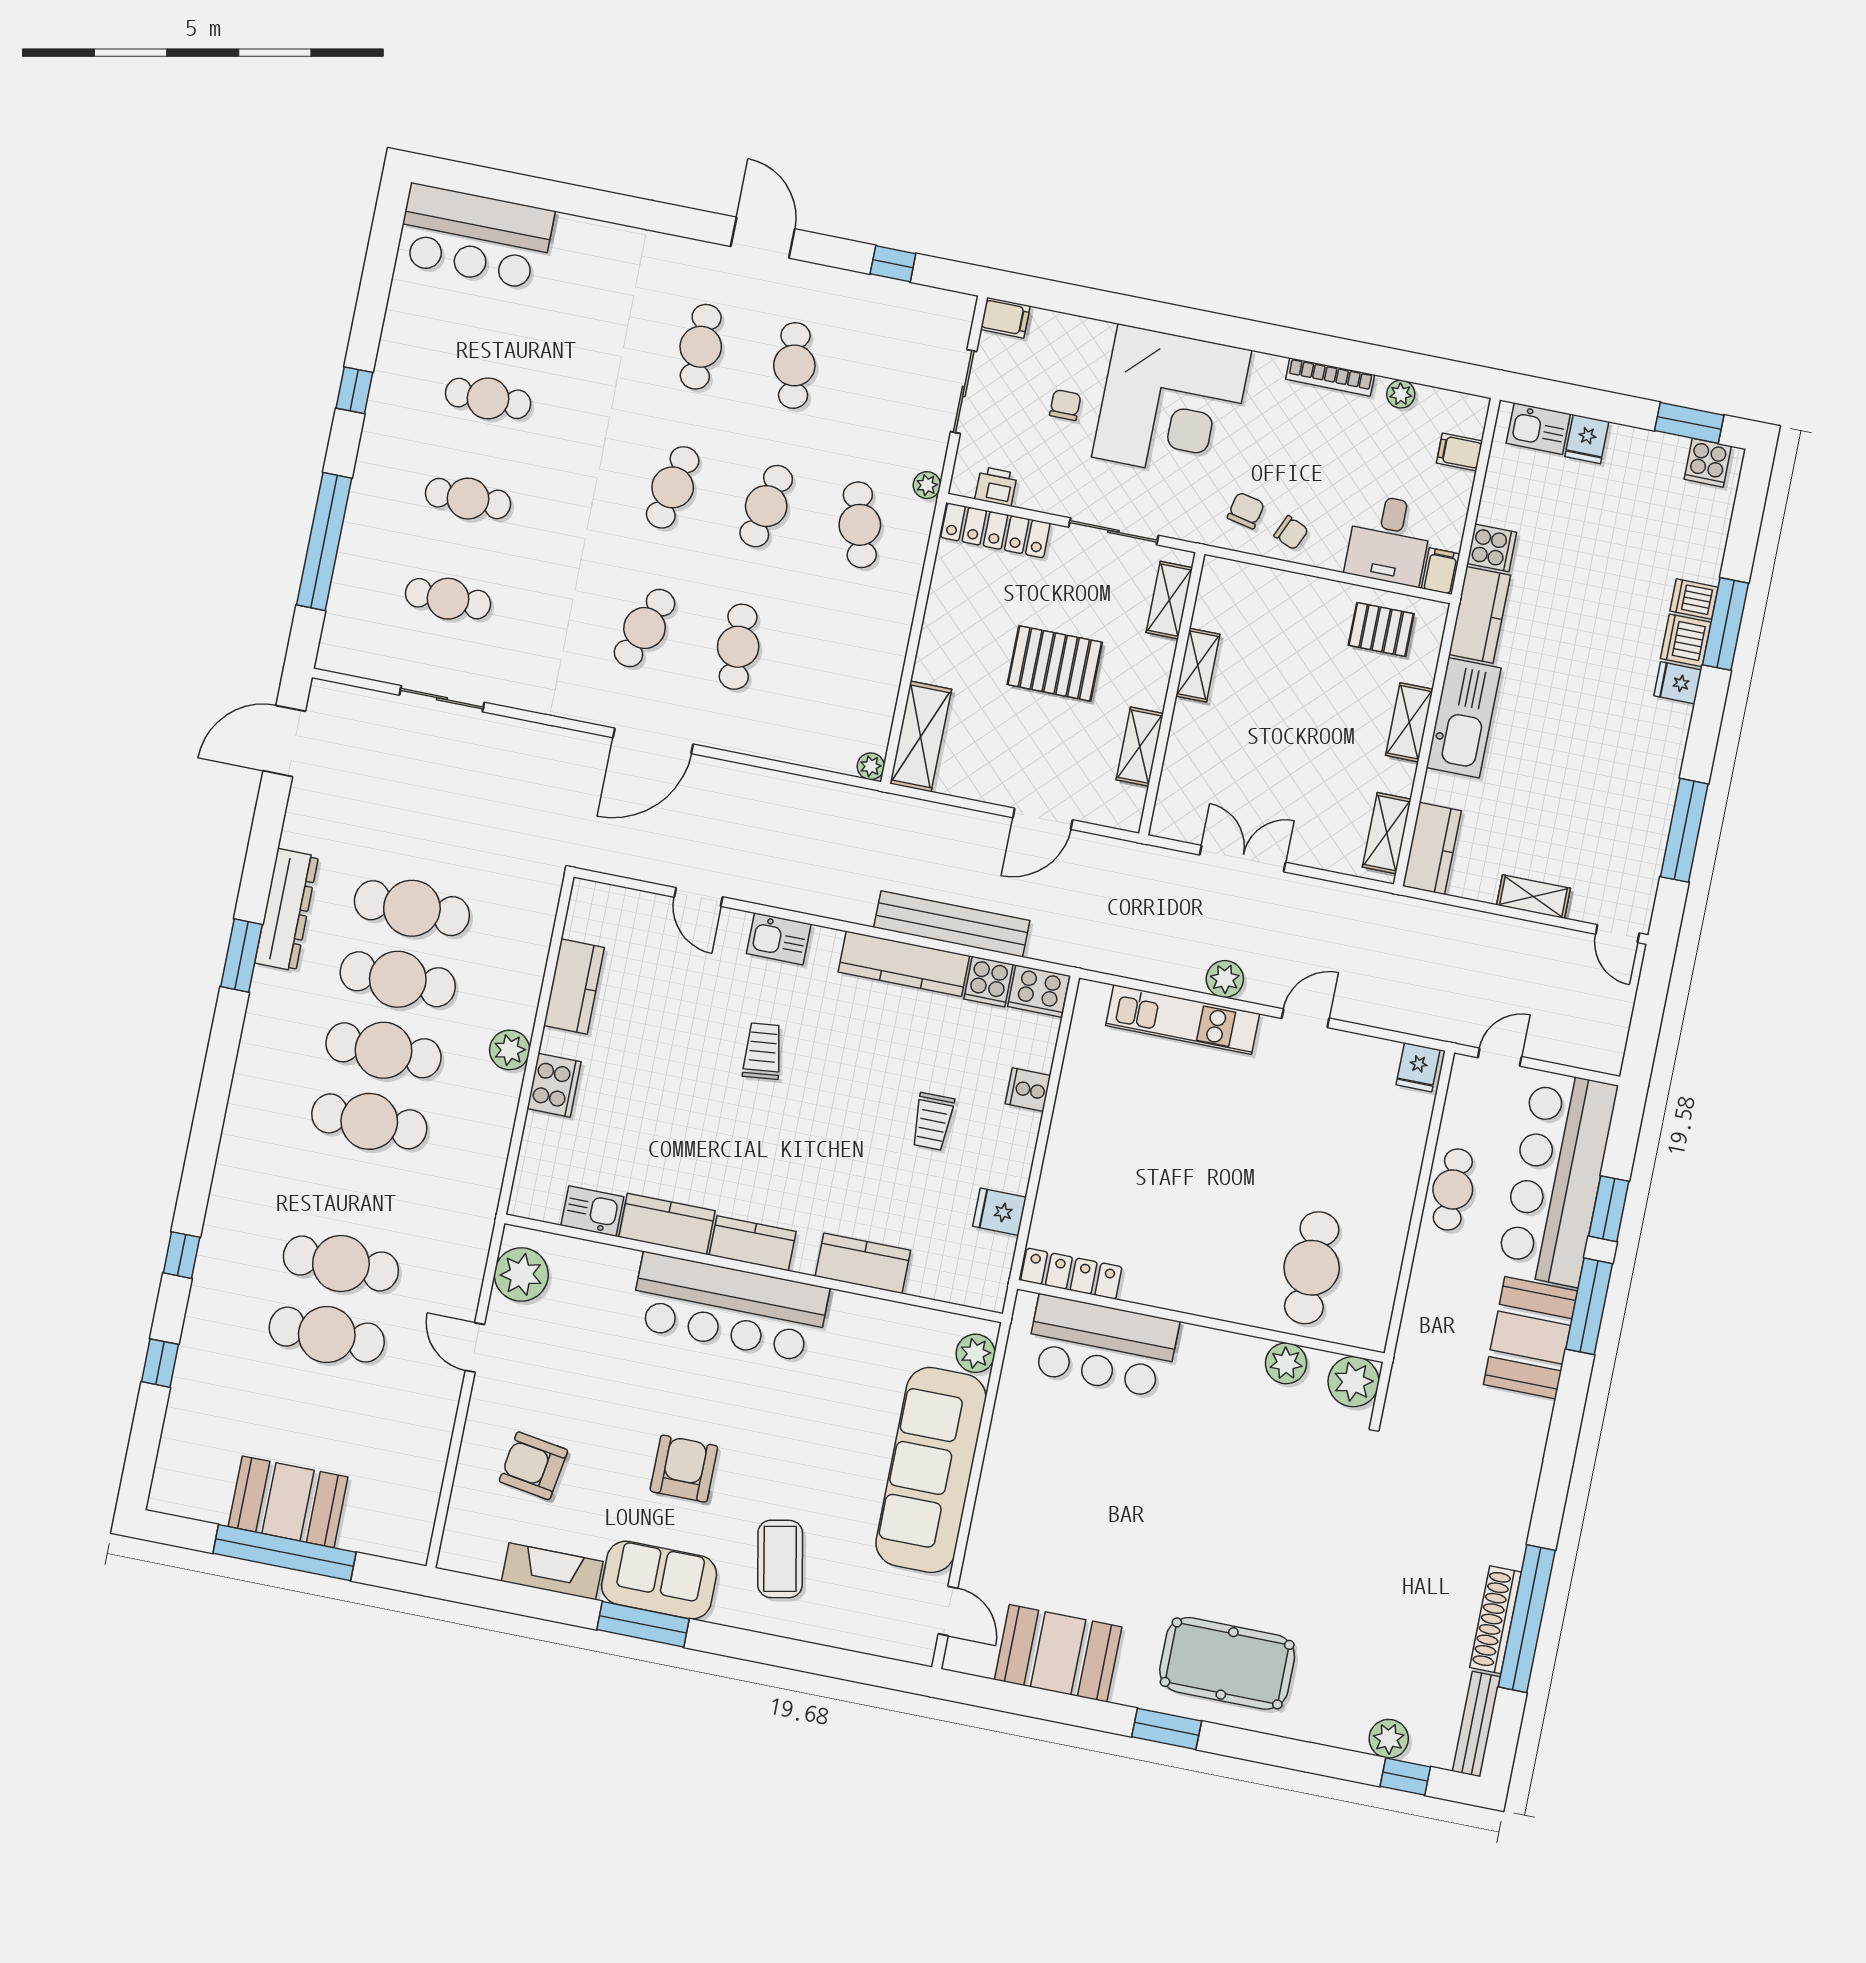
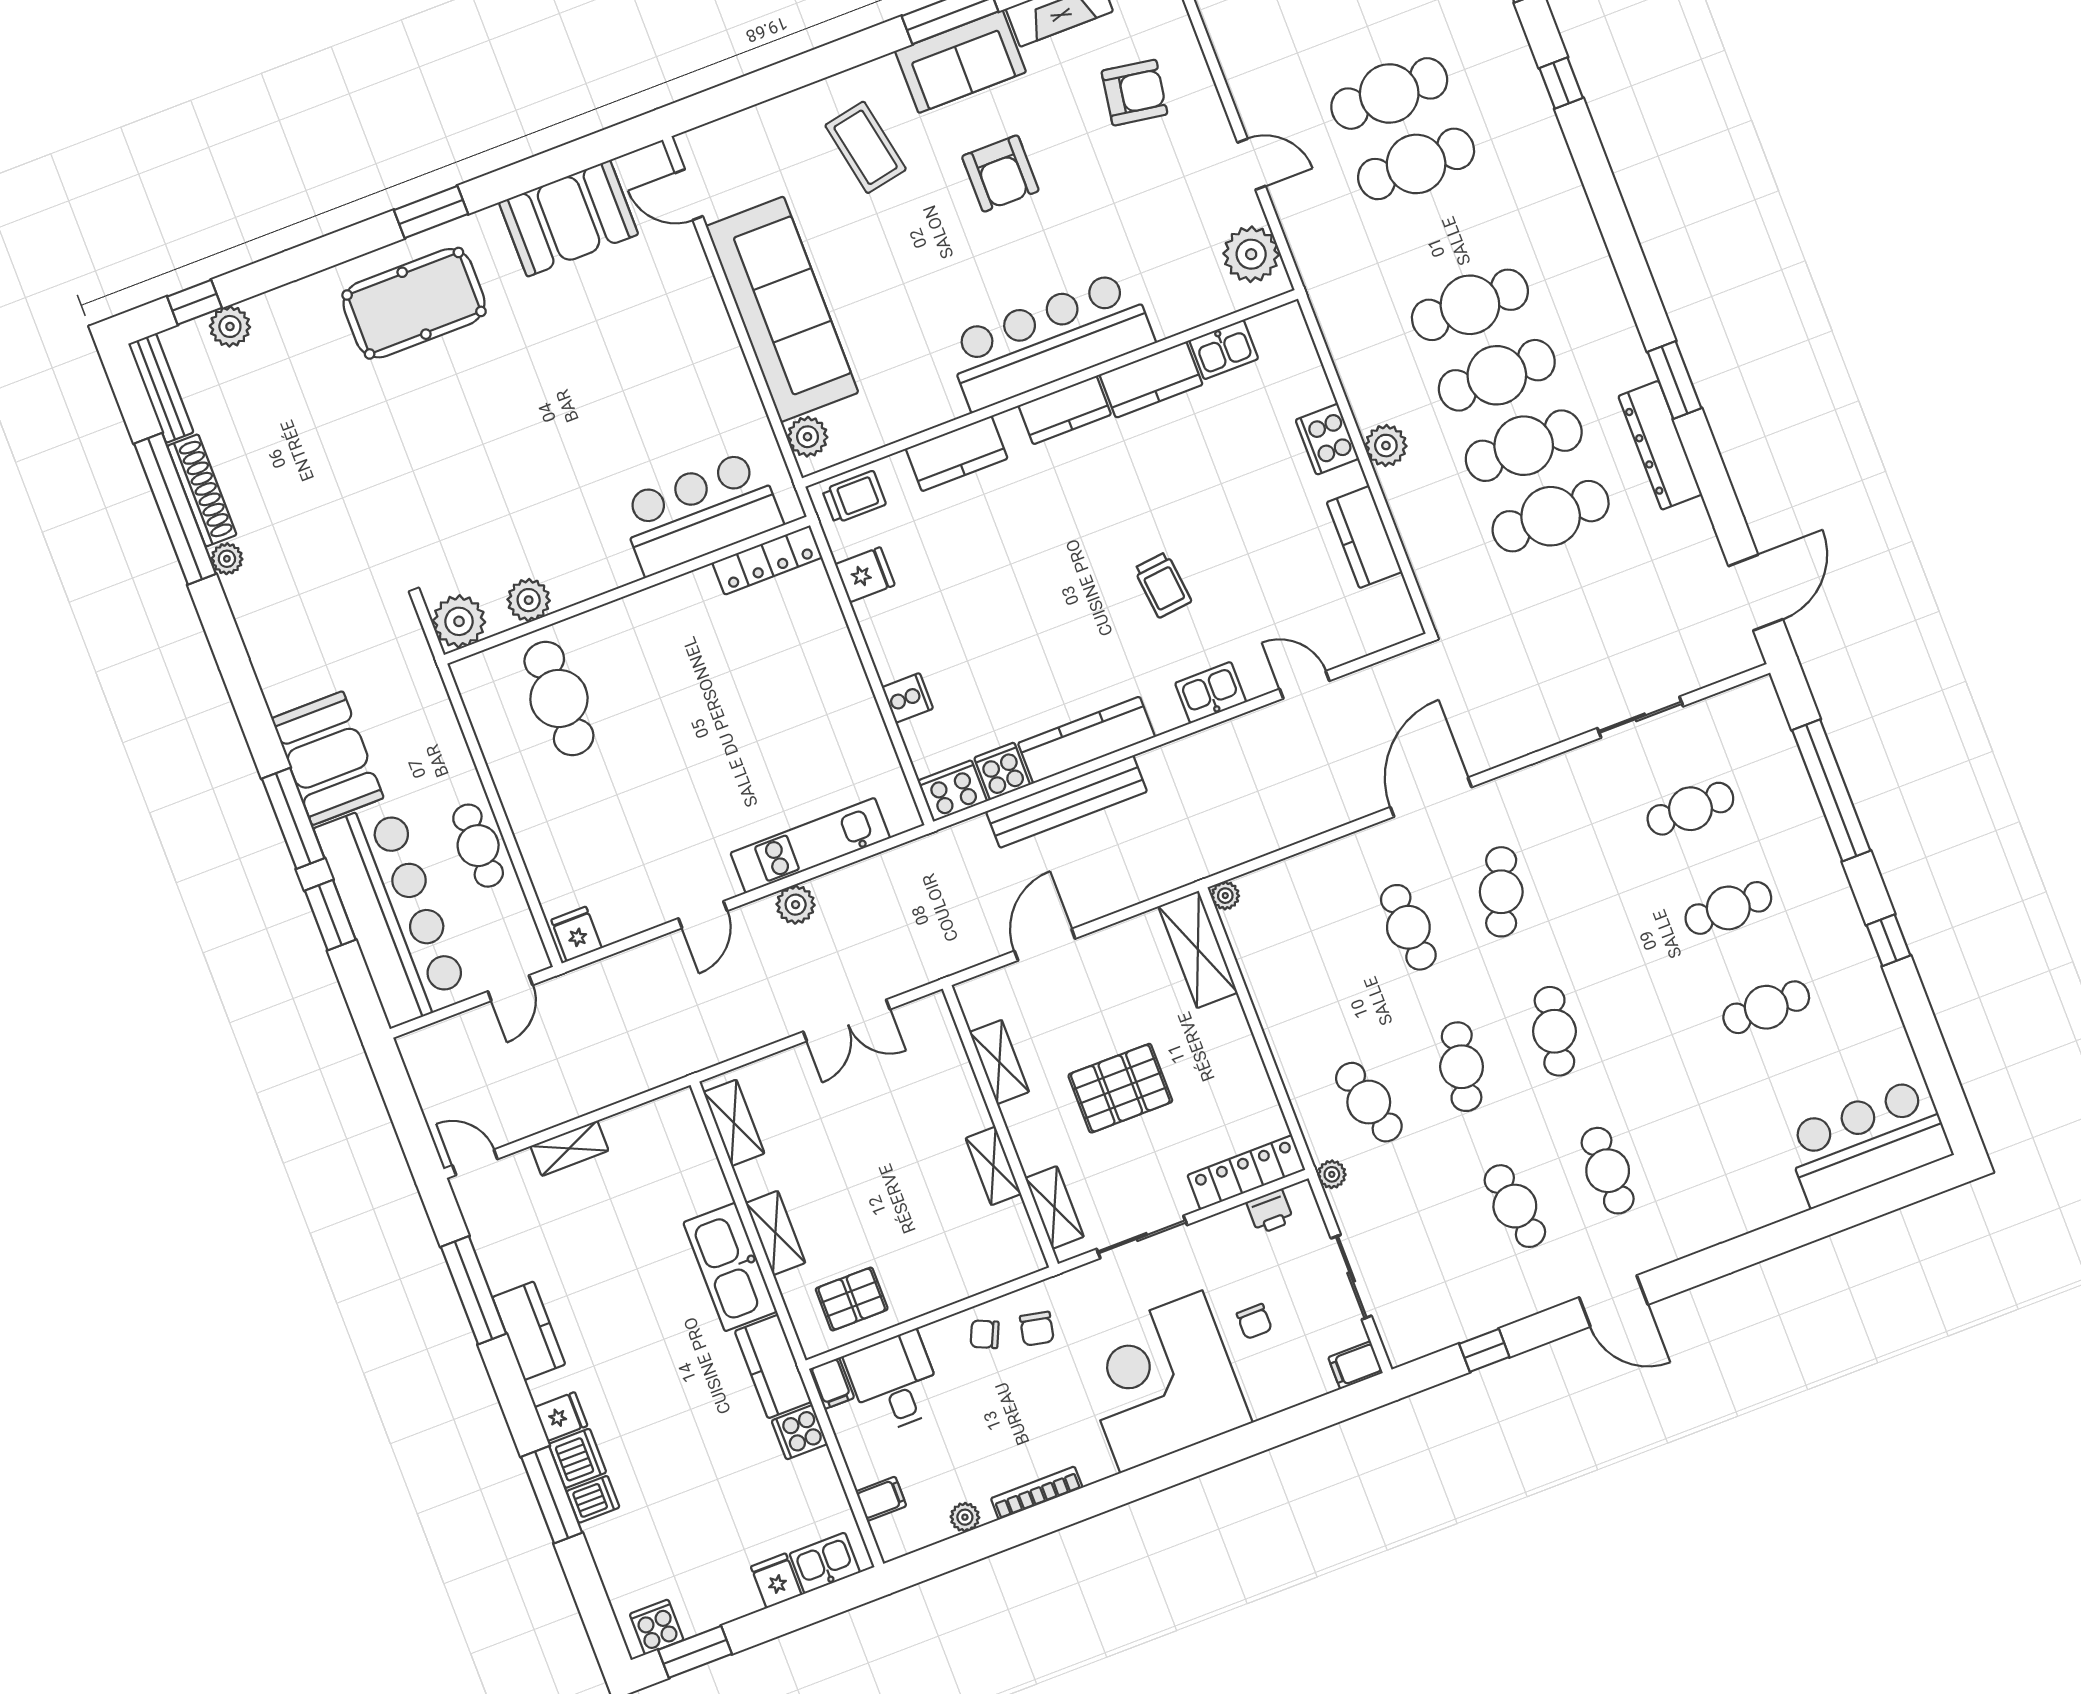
kitchen counter: (1432, 848) -> (529, 1331), moved, turned 180
trolley: (933, 1122) -> (854, 497), moved, turned 90
plant: (1510, 1551) -> (227, 559), added

